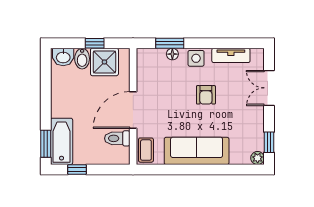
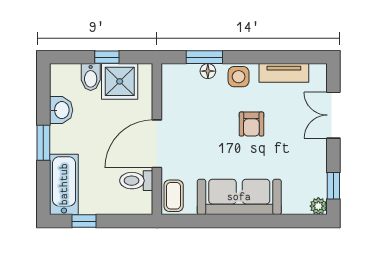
washbasin: (63, 57) -> (61, 110), moved, turned -90
window: (46, 144) -> (43, 143), moved

